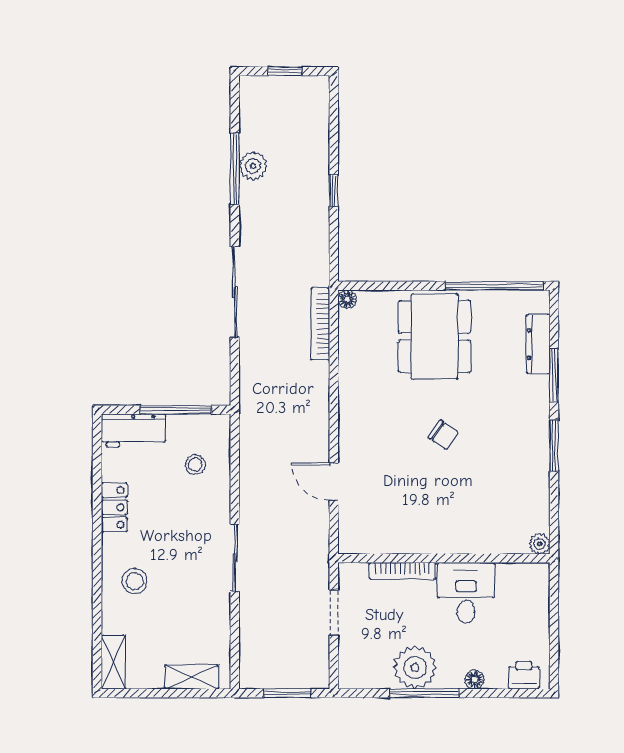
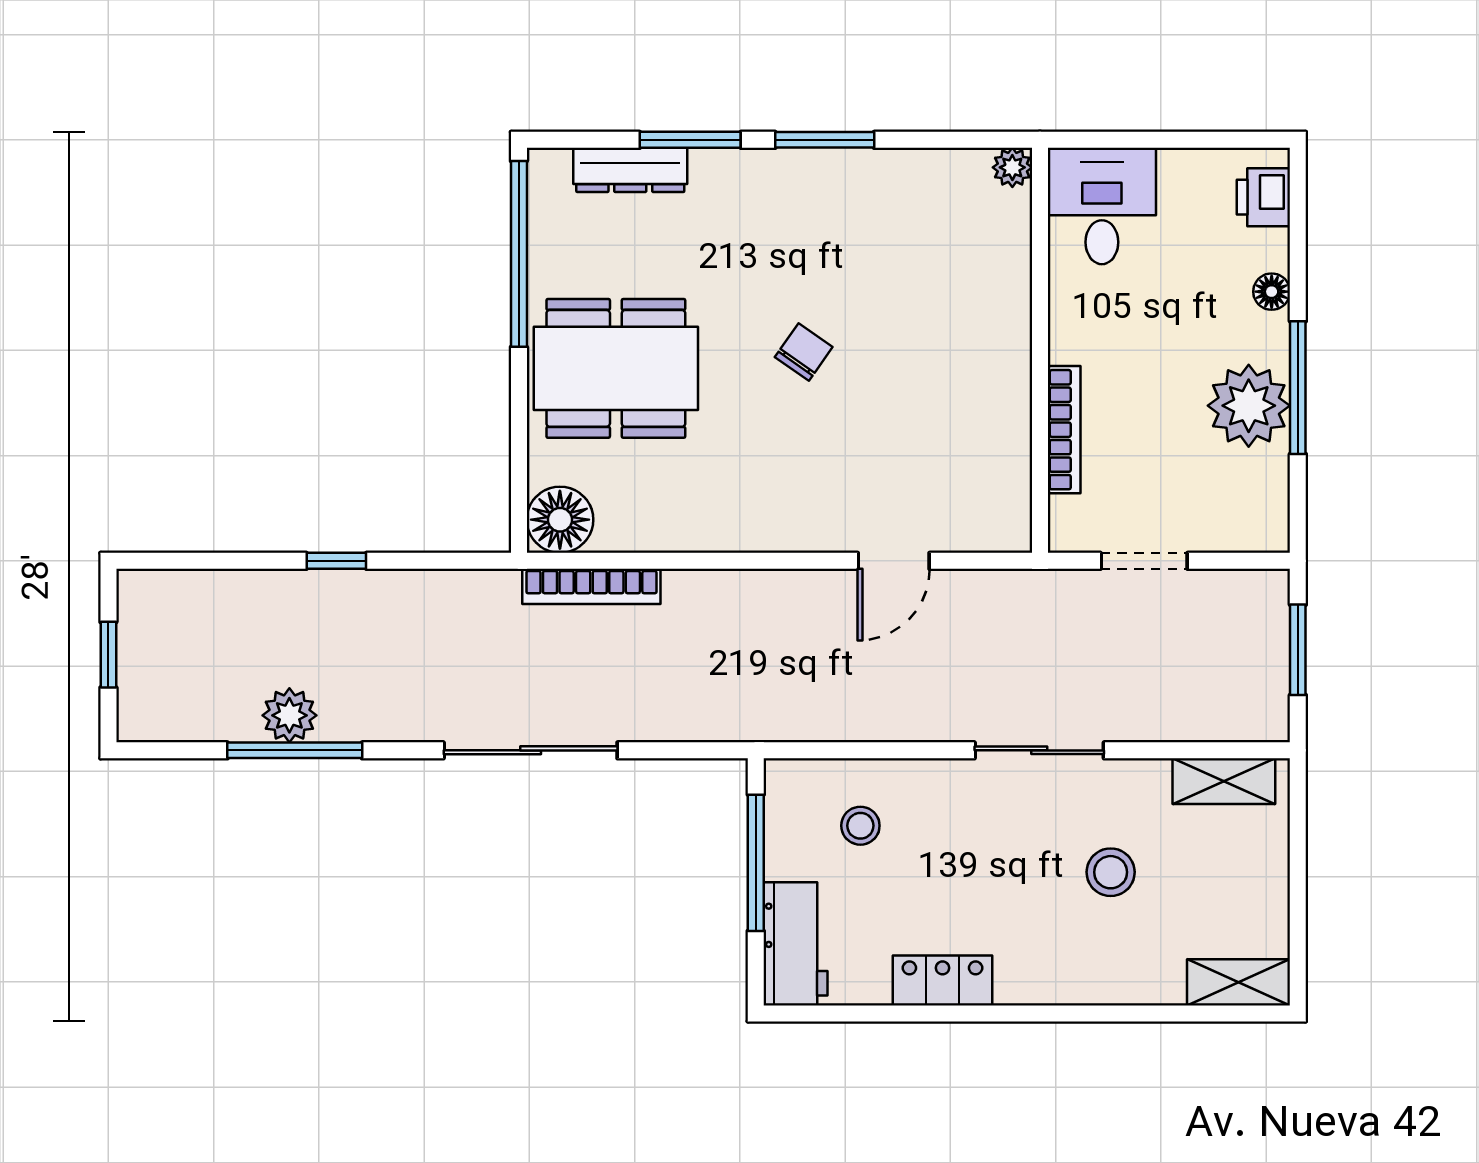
floor lamp: (347, 299) -> (560, 520), width x1.89, depth x1.89
stool: (135, 581) -> (1111, 872), moved
desk: (466, 593) -> (1102, 206), moved, turned 90
shelving: (192, 677) -> (1224, 781), moved, turned 90

